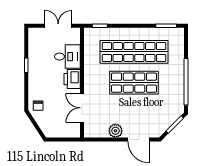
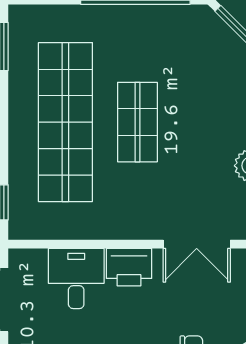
shop shelf: (134, 83) -> (137, 122), width x0.70, depth x0.74

